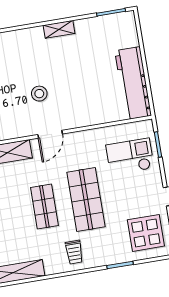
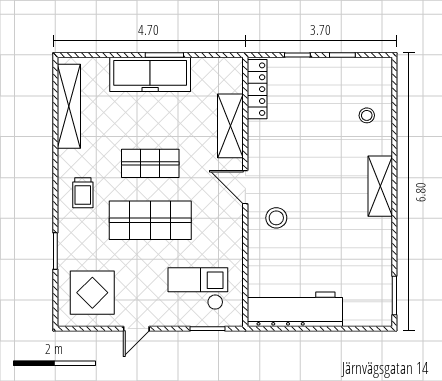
shelving: (59, 29) -> (380, 186), moved, width x1.50, depth x1.33
stool: (39, 94) -> (276, 218), moved
checkout: (130, 156) -> (198, 289), turned -90
trolley: (74, 252) -> (83, 193), turned -90

